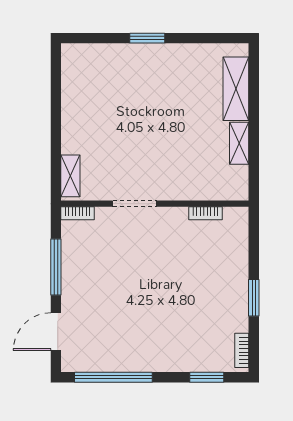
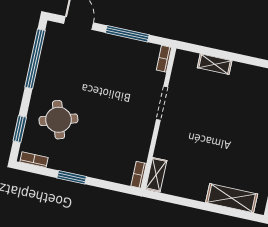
shelving: (239, 143) -> (156, 175), moved, turned 90
shelving: (70, 176) -> (215, 64), moved
bookcase: (206, 213) -> (139, 175), moved
round table: (184, 331) -> (58, 120), added

